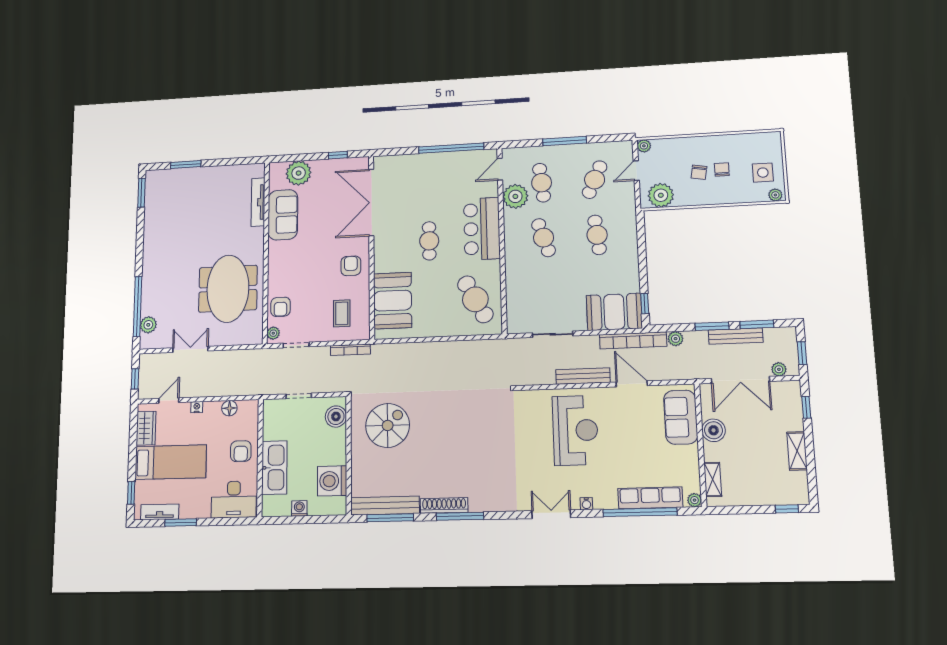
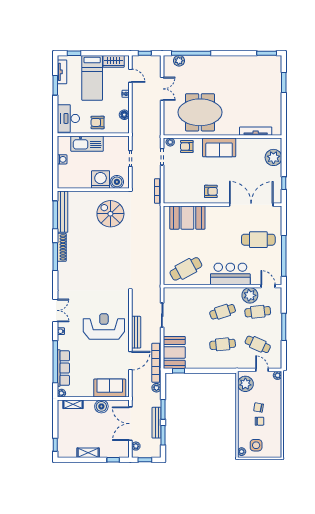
sofa: (283, 215) -> (219, 147), moved
cafe table: (429, 241) -> (258, 240), moved, width x1.37, depth x1.35
coffee table: (342, 313) -> (181, 186), removed
spiral stairs: (388, 425) -> (110, 214), turned 180
reception desk: (575, 430) -> (104, 326), turned 180
washing machine: (332, 481) -> (101, 180), moved

